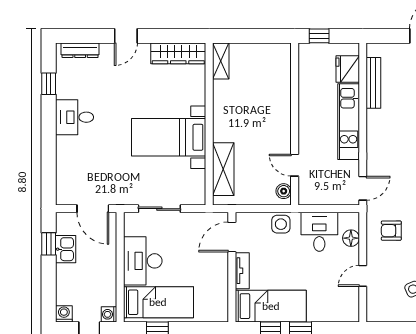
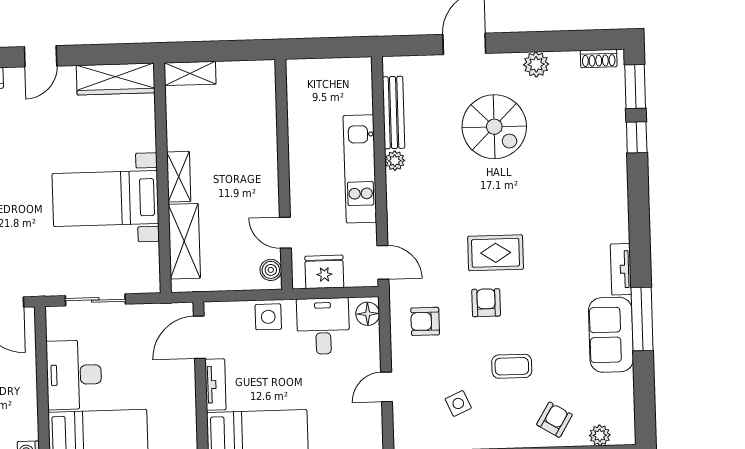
window: (319, 36) -> (315, 48), removed
shelving: (221, 61) -> (190, 73), moved, turned 90
fridge: (348, 69) -> (324, 272), moved, turned 90
plant: (373, 117) -> (395, 161), added
shelving: (221, 124) -> (179, 177), added
door: (363, 188) -> (383, 262), hinge flipped
floor lamp: (351, 238) -> (368, 314), moved

